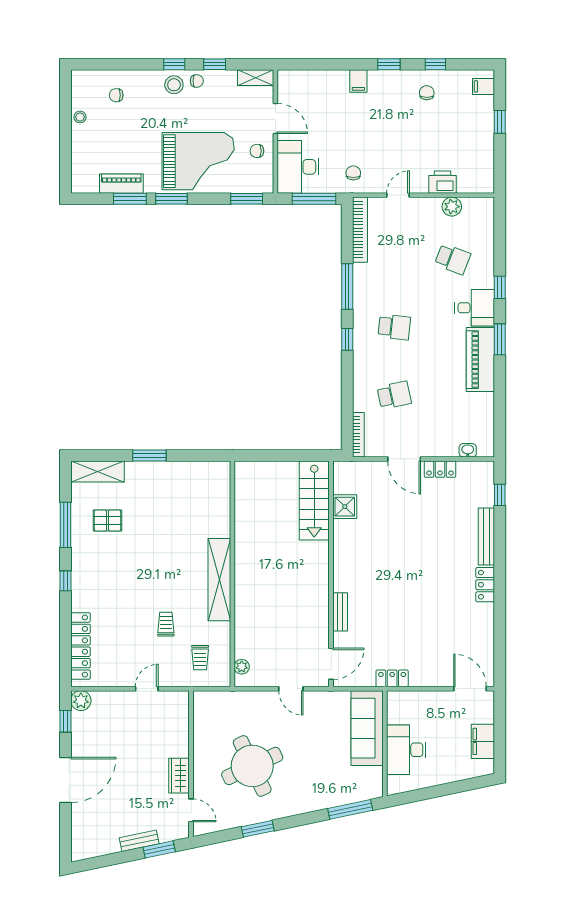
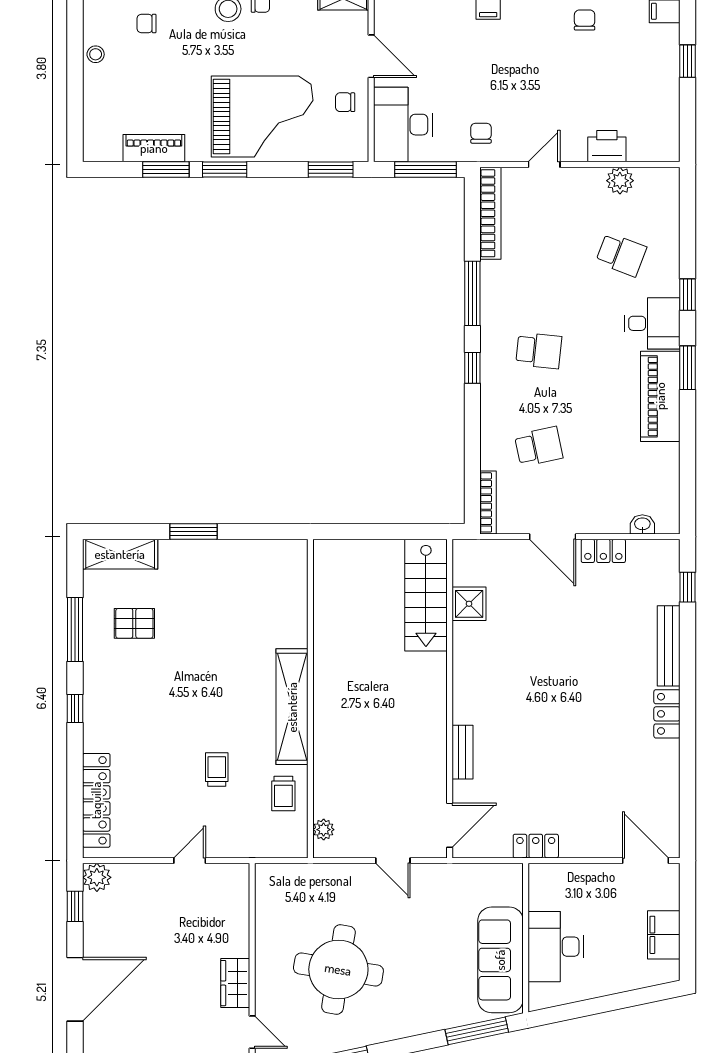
trolley: (200, 658) -> (283, 793), moved
sofa: (367, 728) -> (500, 960), moved
round table: (252, 766) -> (338, 969), turned 34

